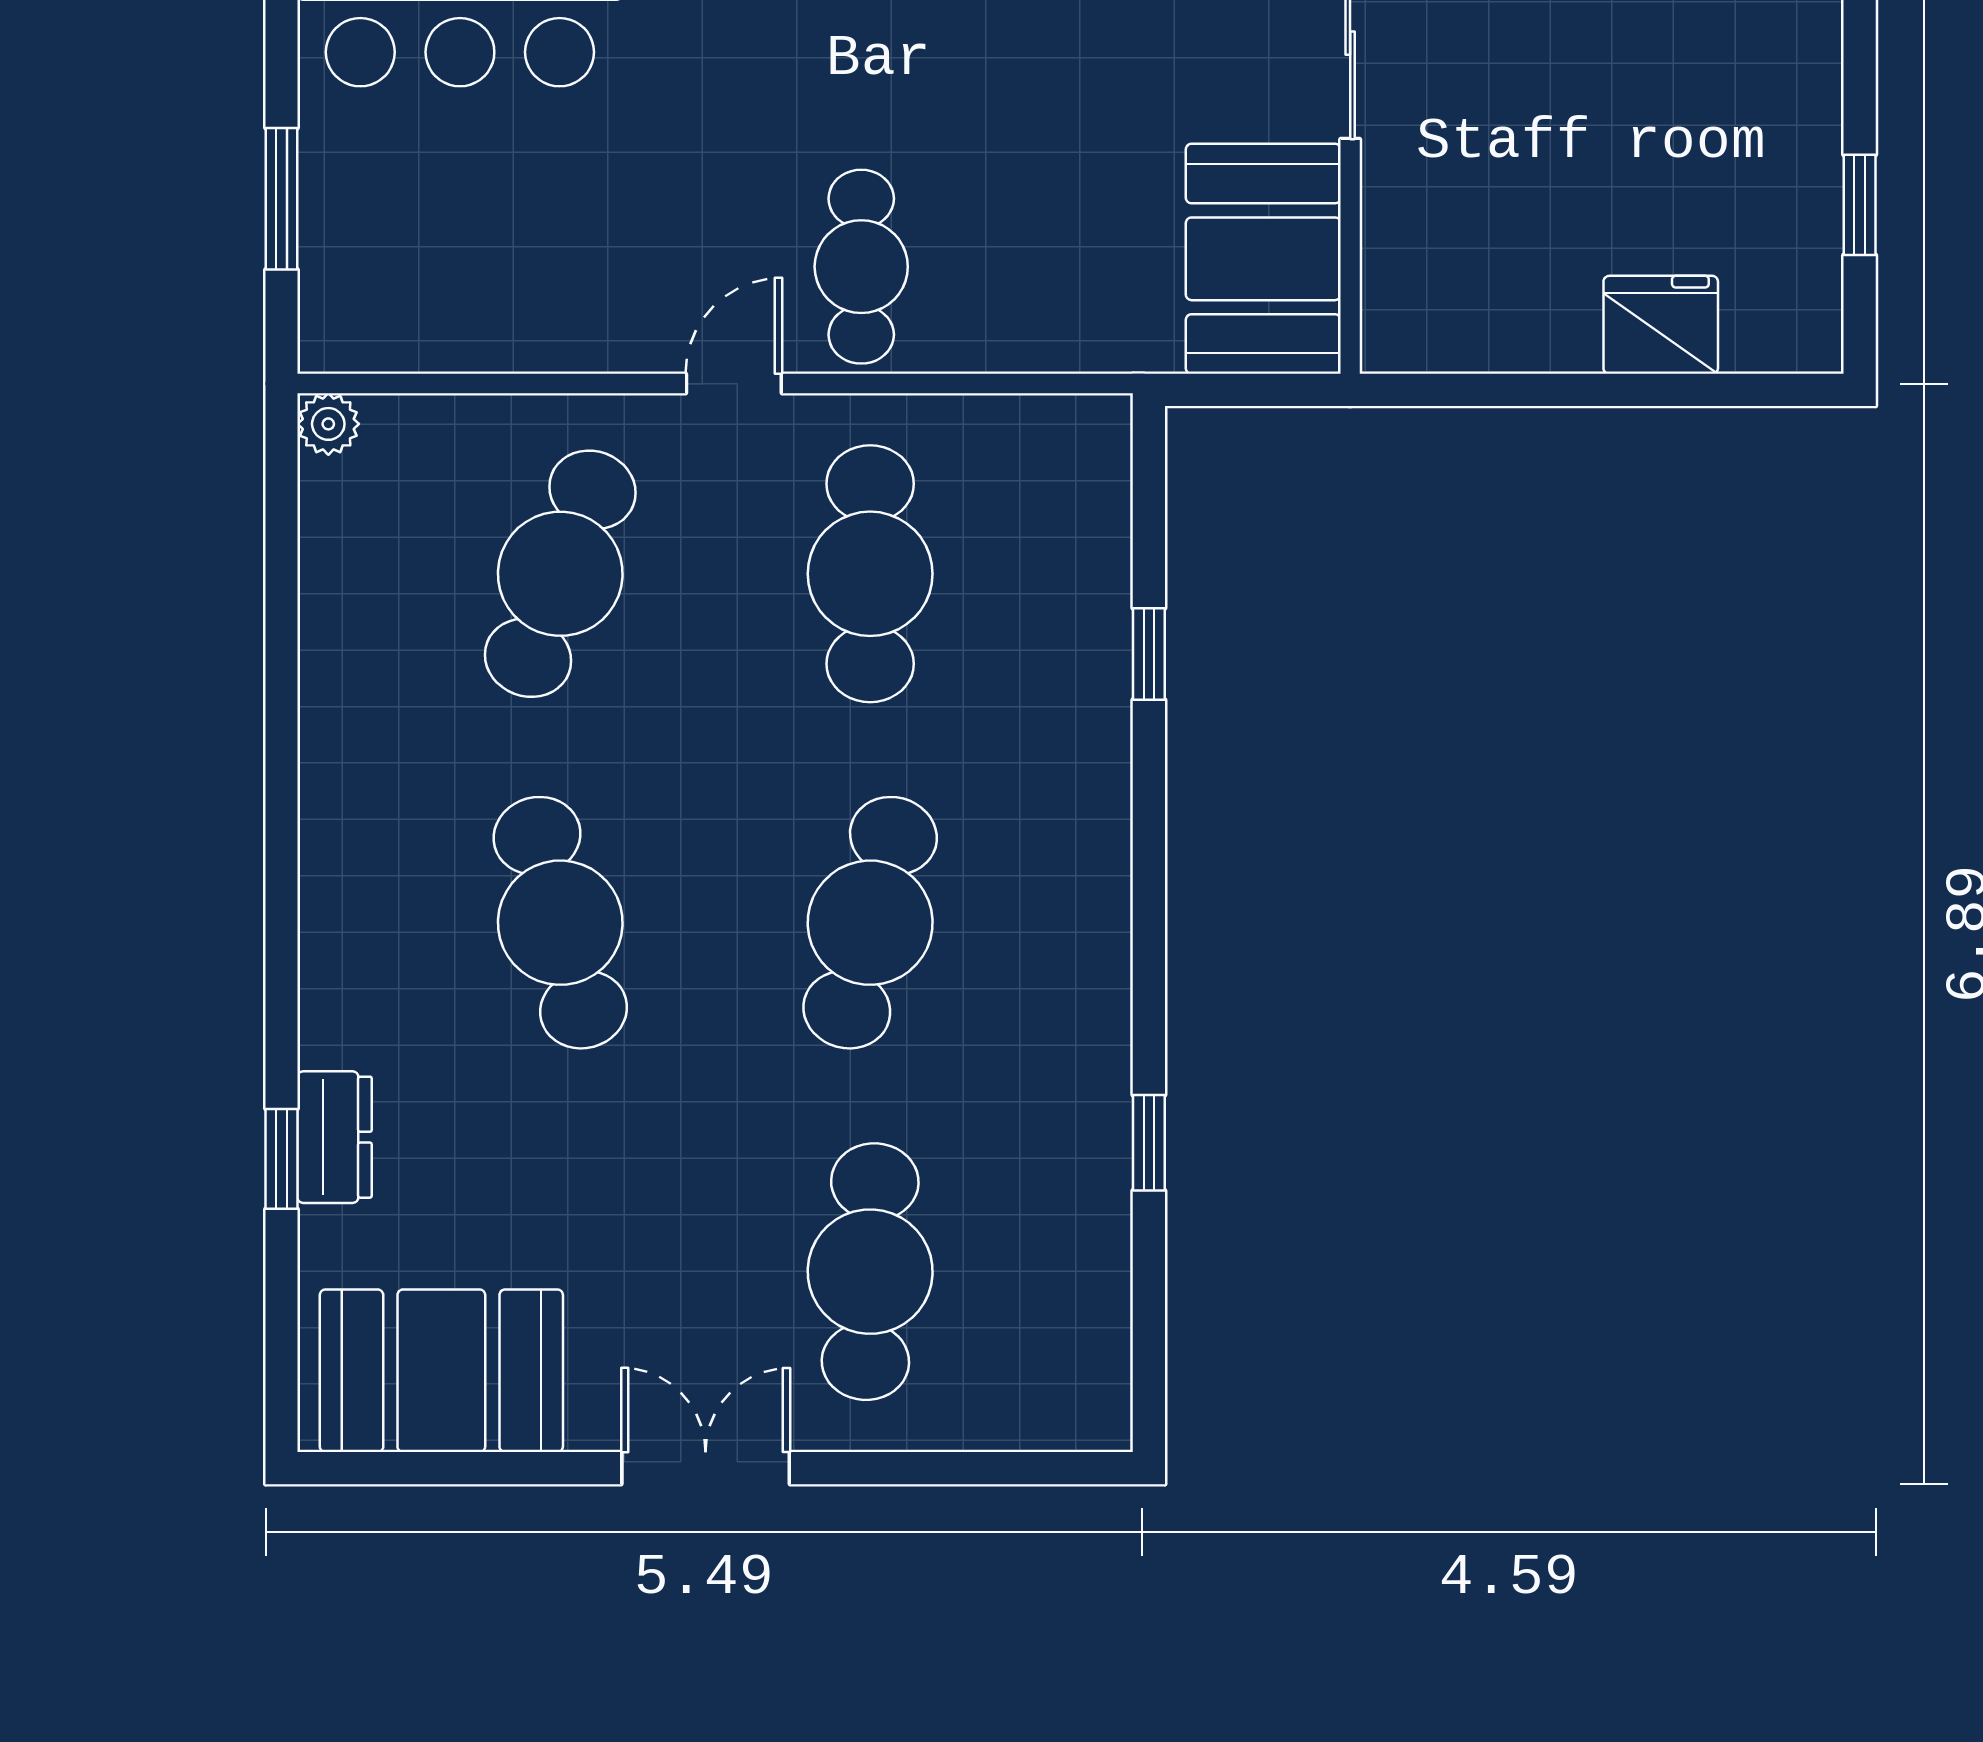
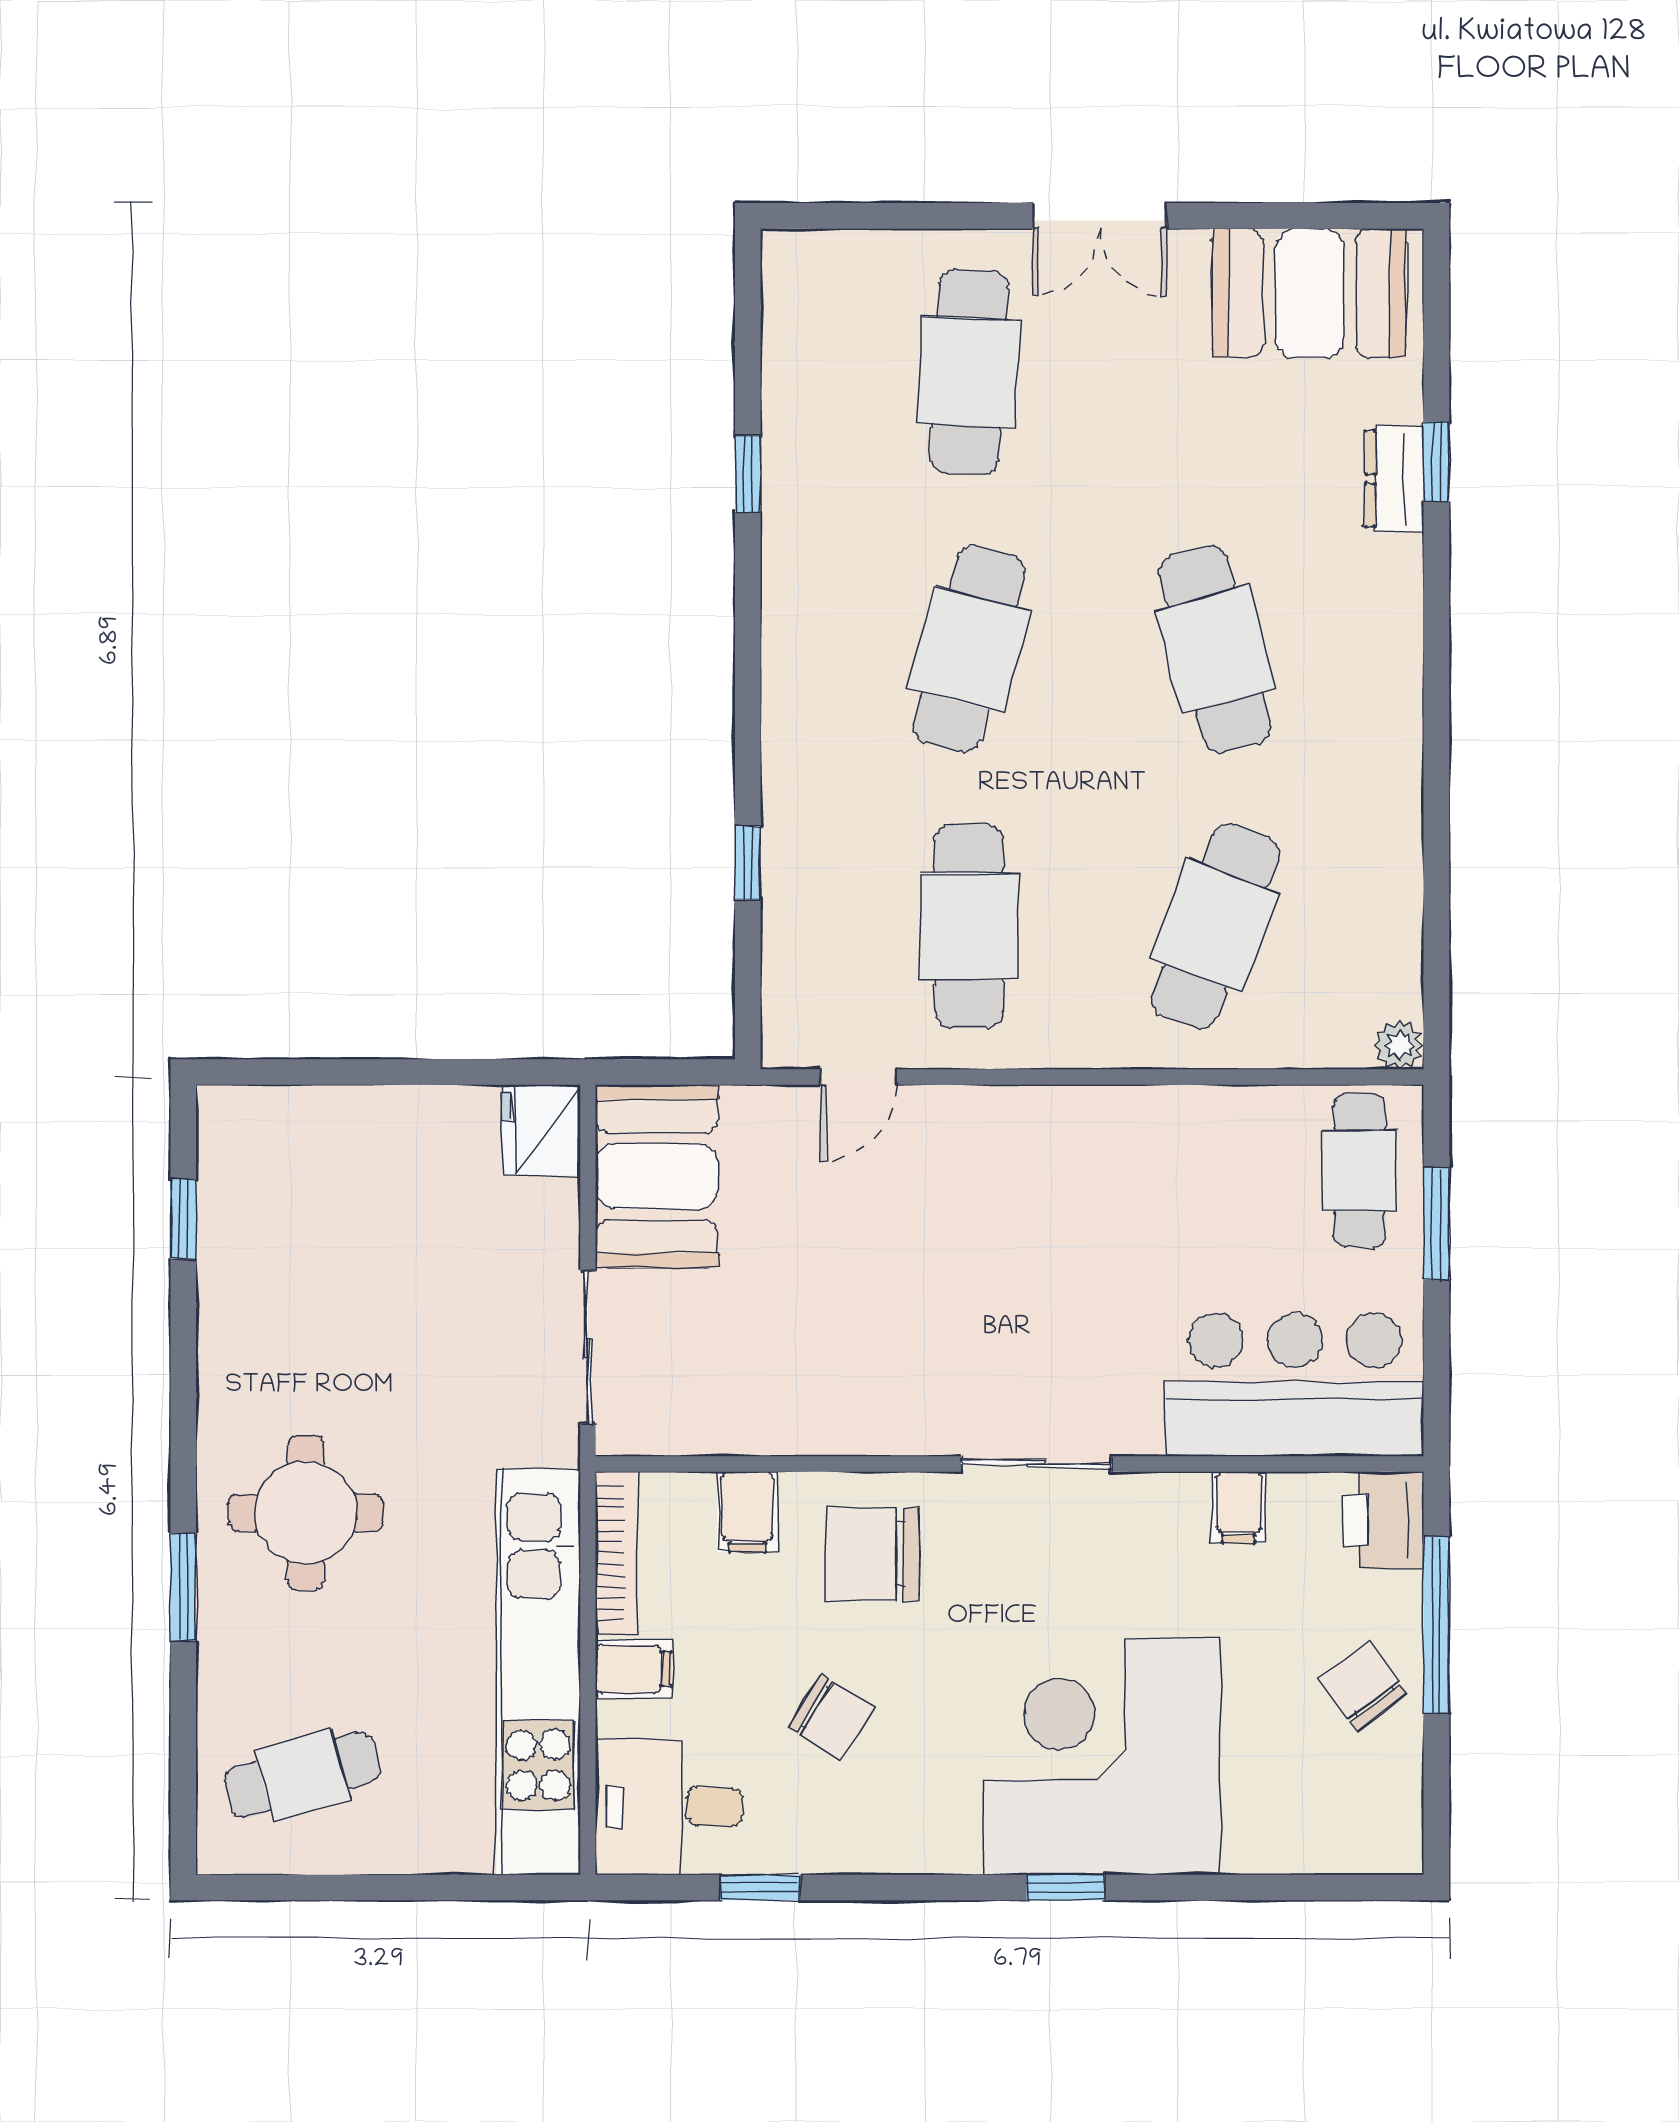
cafe table: (861, 267) -> (1360, 1170), moved
fridge: (1661, 325) -> (541, 1130), moved, turned 90
door: (734, 384) -> (858, 1077), moved

